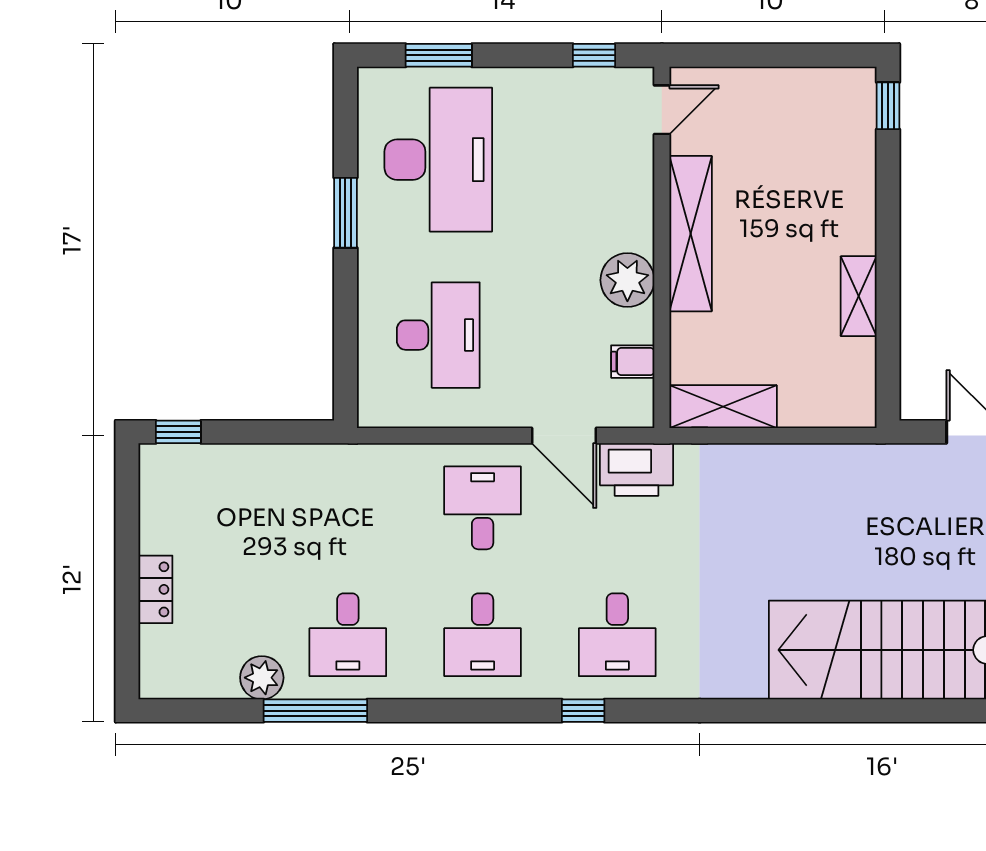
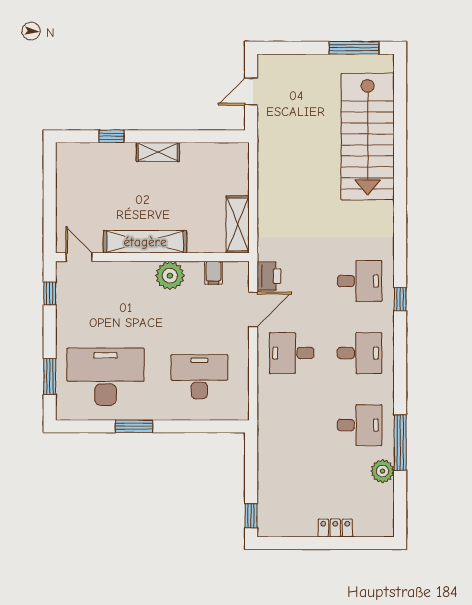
window: (888, 106) -> (111, 136), moved
shelving: (859, 296) -> (158, 152), moved
printer: (636, 470) -> (269, 276), width x0.73, depth x0.84

